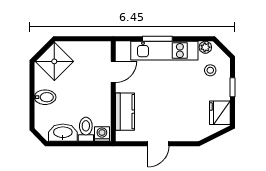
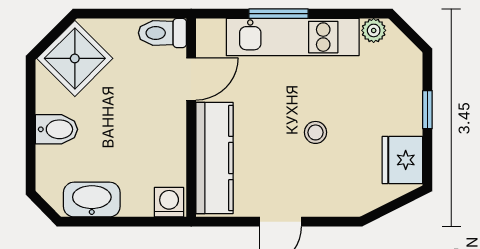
stool: (210, 70) -> (315, 132), moved
kitchen counter: (125, 112) -> (214, 158), width x1.50
toilet: (86, 129) -> (162, 33), moved, turned -90

